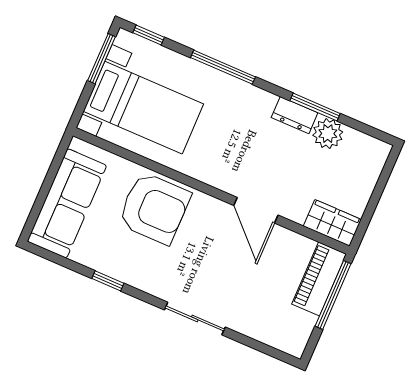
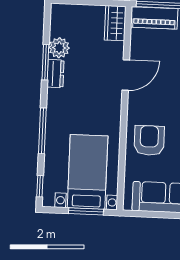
window: (102, 59) -> (86, 211), moved
armchair: (154, 208) -> (149, 140), width x0.73, depth x0.73

